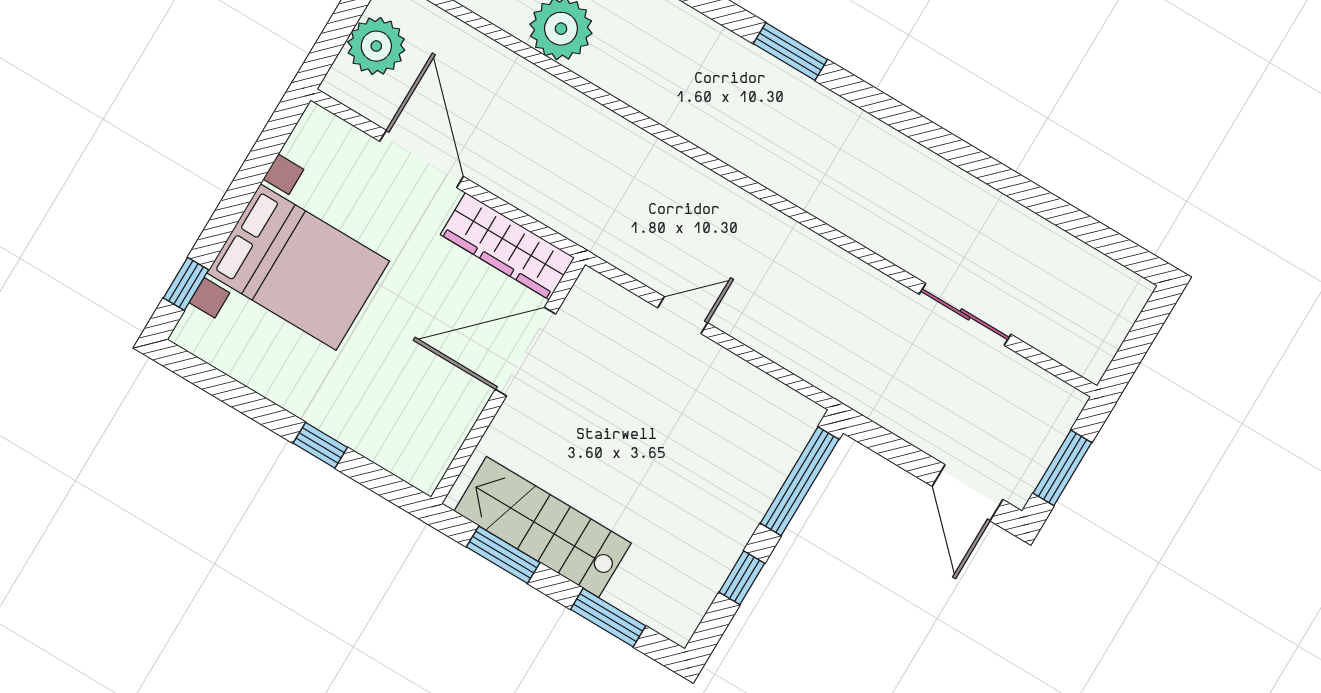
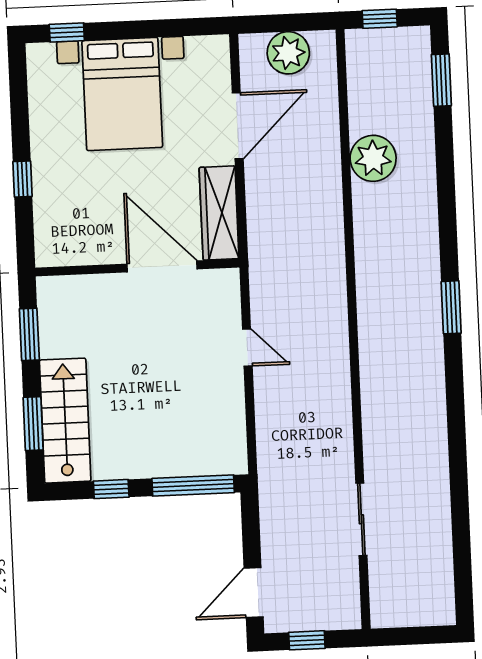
window: (1062, 468) -> (307, 640), width x0.67
stairs: (543, 527) -> (65, 421), moved

